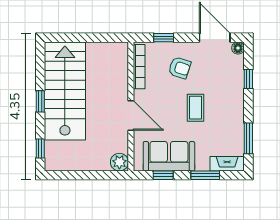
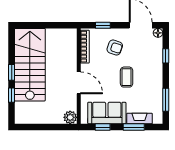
window: (40, 149) -> (12, 95), moved
fireplace: (227, 164) -> (139, 119), moved

